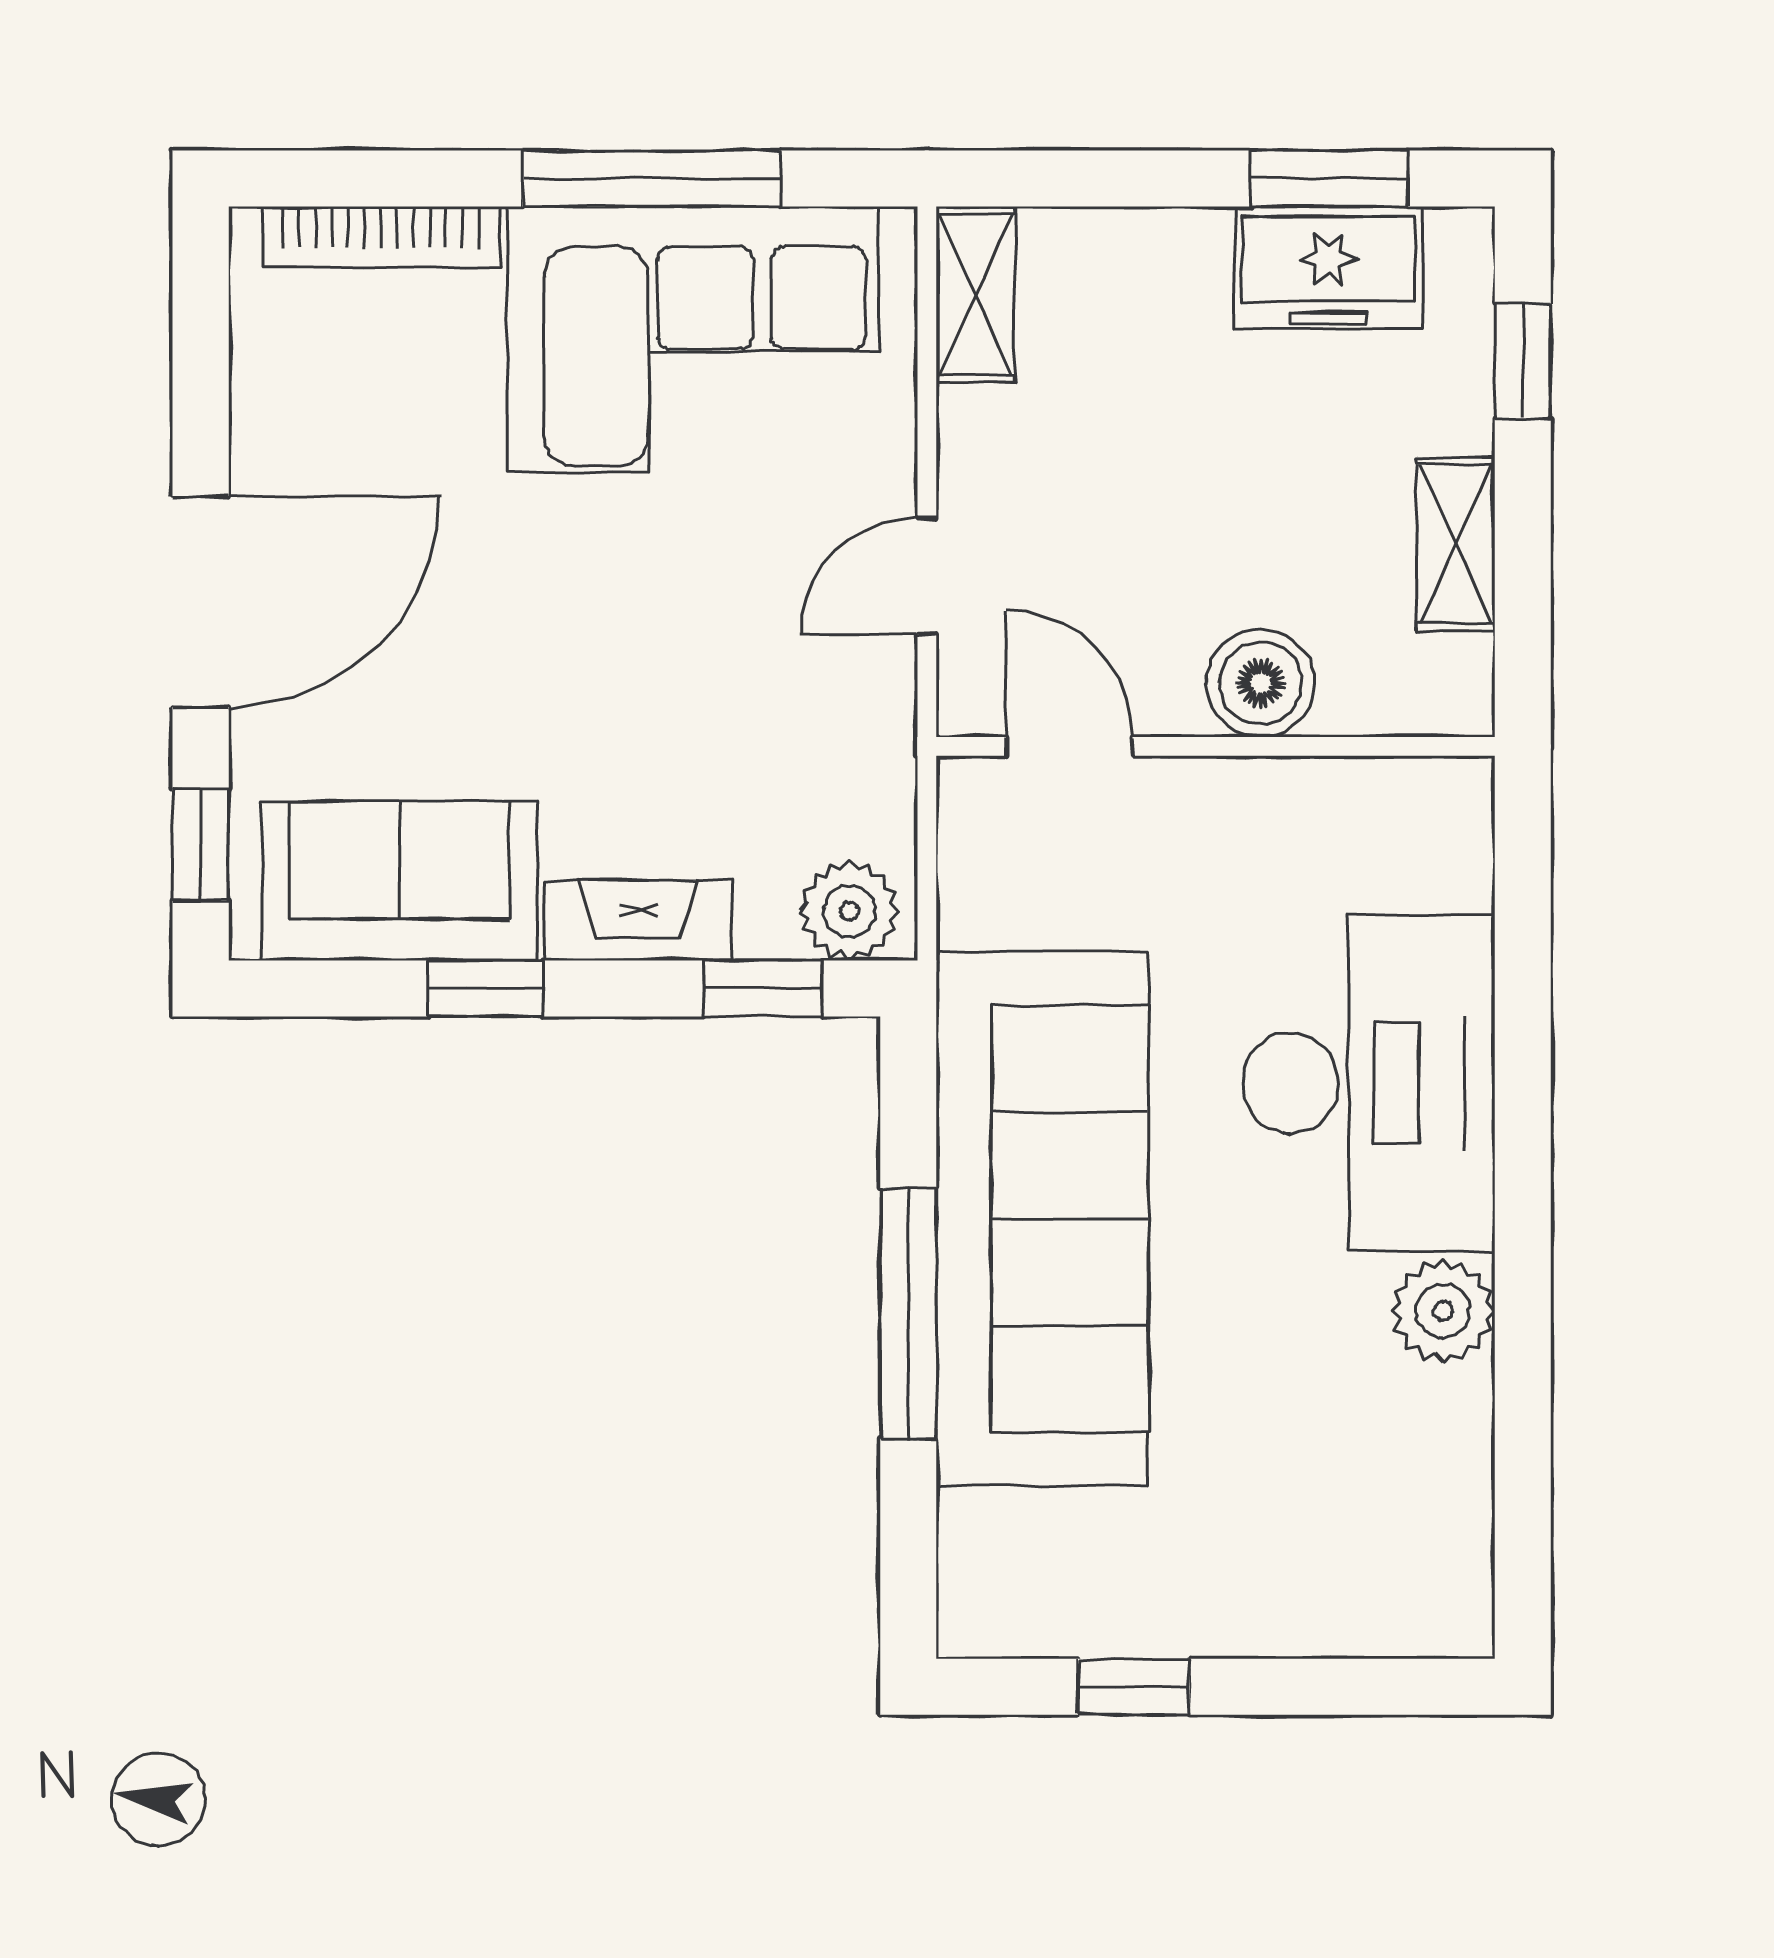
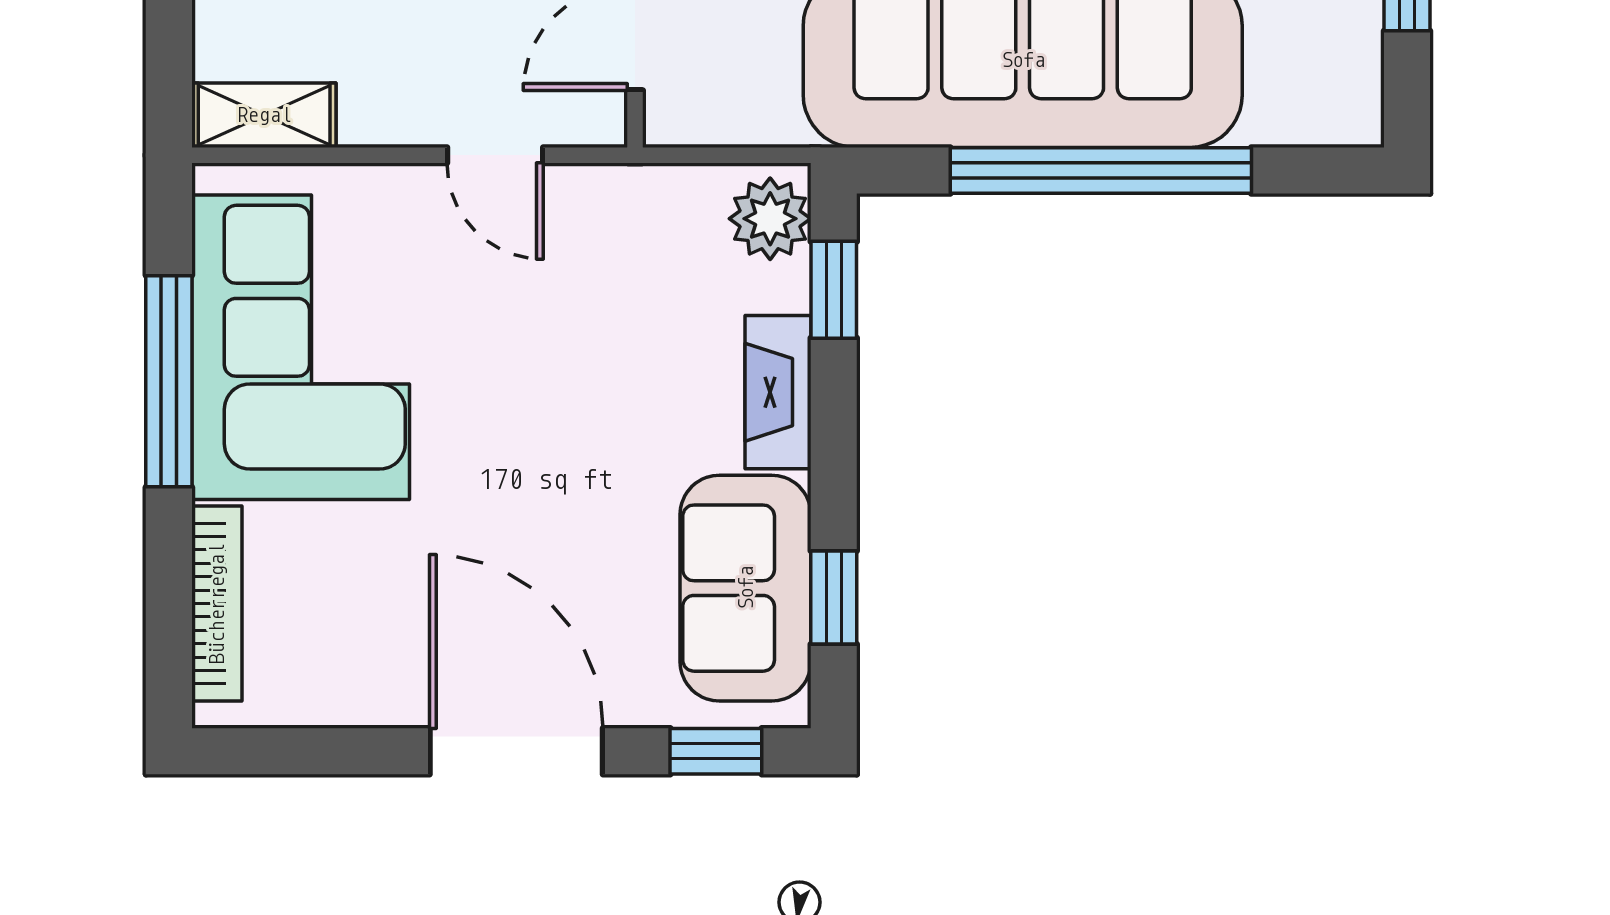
window: (486, 988) -> (834, 598), moved
window: (908, 1314) -> (1101, 170), width x1.46

